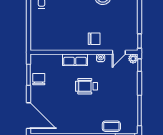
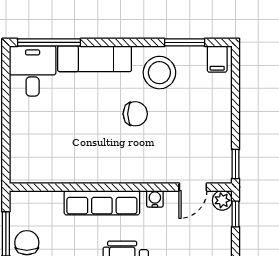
chair: (94, 39) -> (135, 114), moved
row of seats: (75, 60) -> (102, 203), width x1.48

